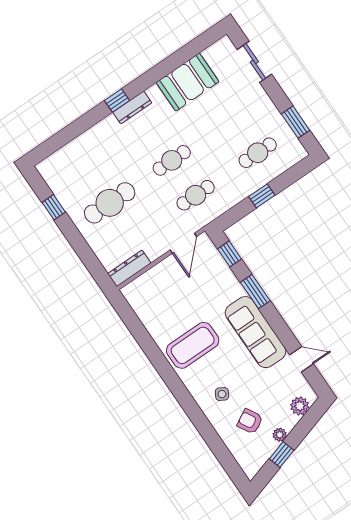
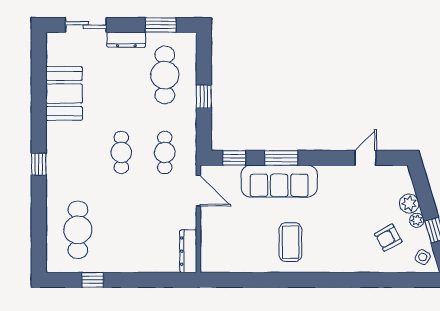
dresser: (132, 107) -> (126, 40), moved, turned 90
cafe table: (258, 153) -> (165, 75), width x1.37, depth x1.35
cafe table: (110, 203) -> (78, 230), moved
sofa: (256, 332) -> (279, 181), moved
coffee table: (193, 345) -> (290, 242), width x0.73, depth x0.76
side table: (222, 394) -> (423, 257), moved
plant: (300, 406) -> (409, 204), moved

